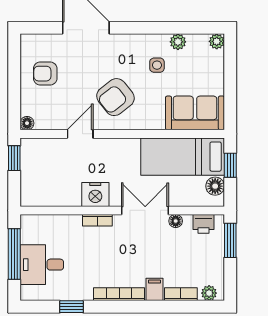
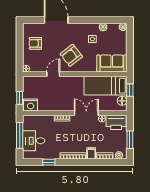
window: (14, 158) -> (20, 98), moved
nightstand: (95, 194) -> (31, 105), moved
printer: (203, 224) -> (116, 122), width x1.87, depth x1.48
window: (230, 240) -> (130, 140), moved

